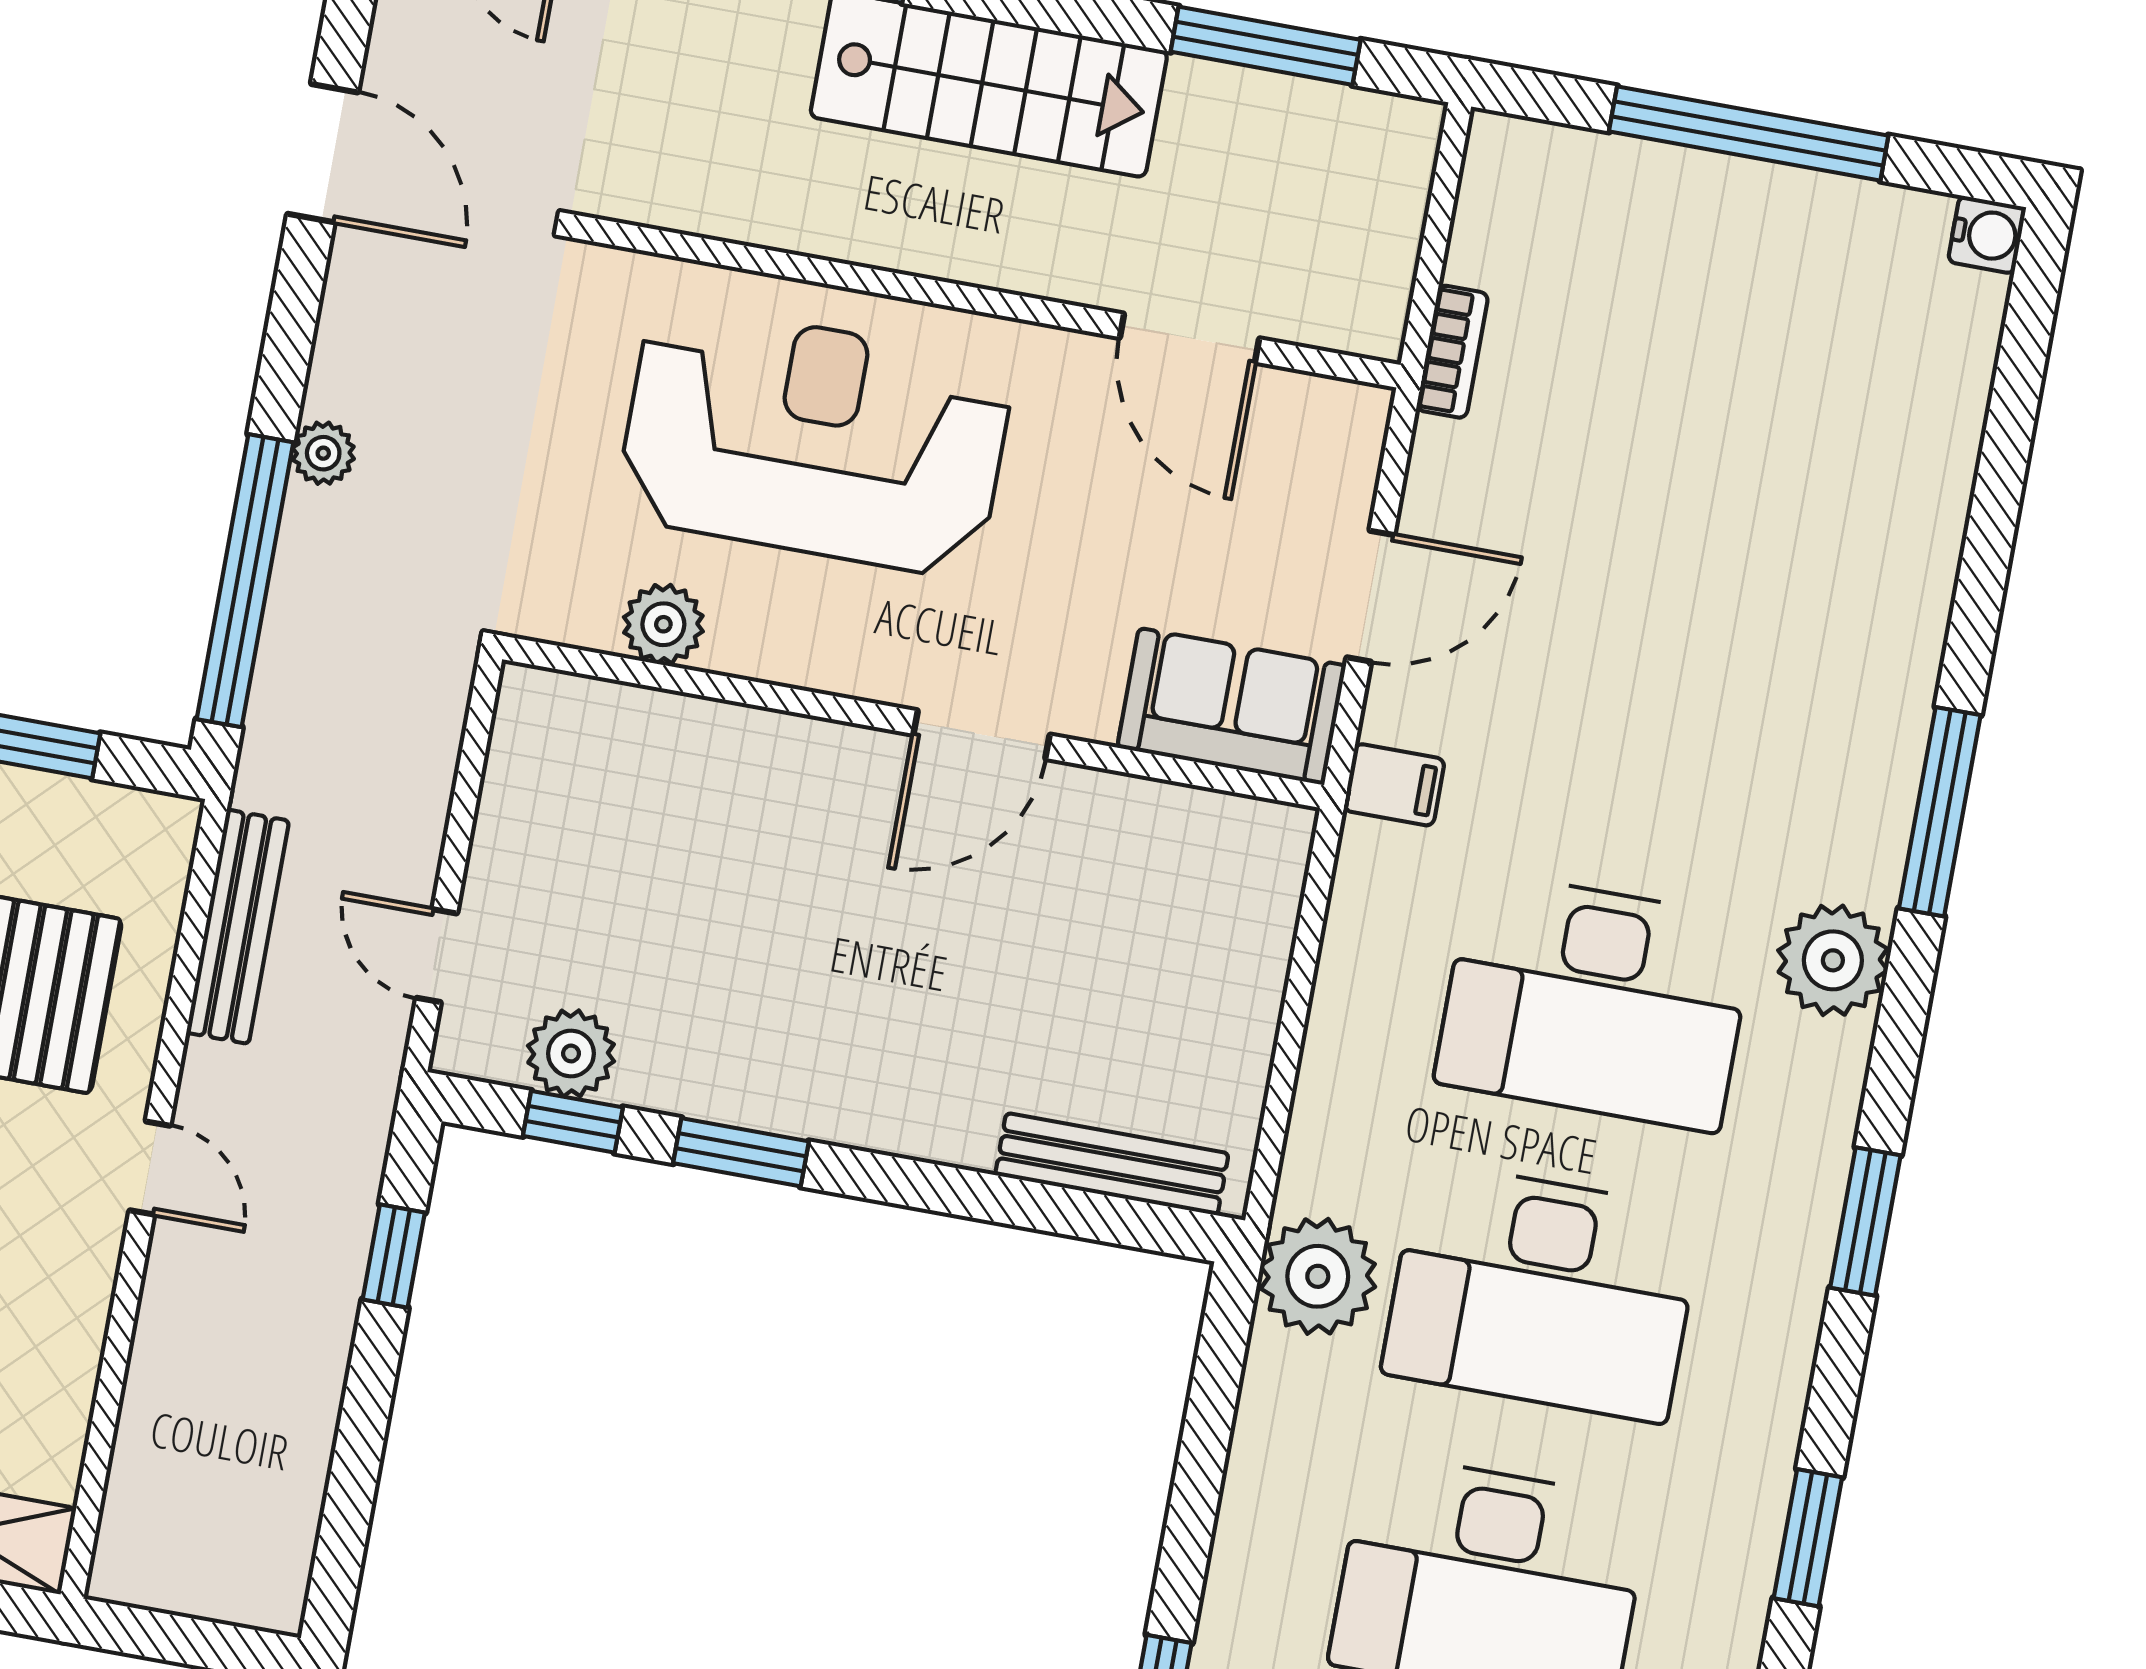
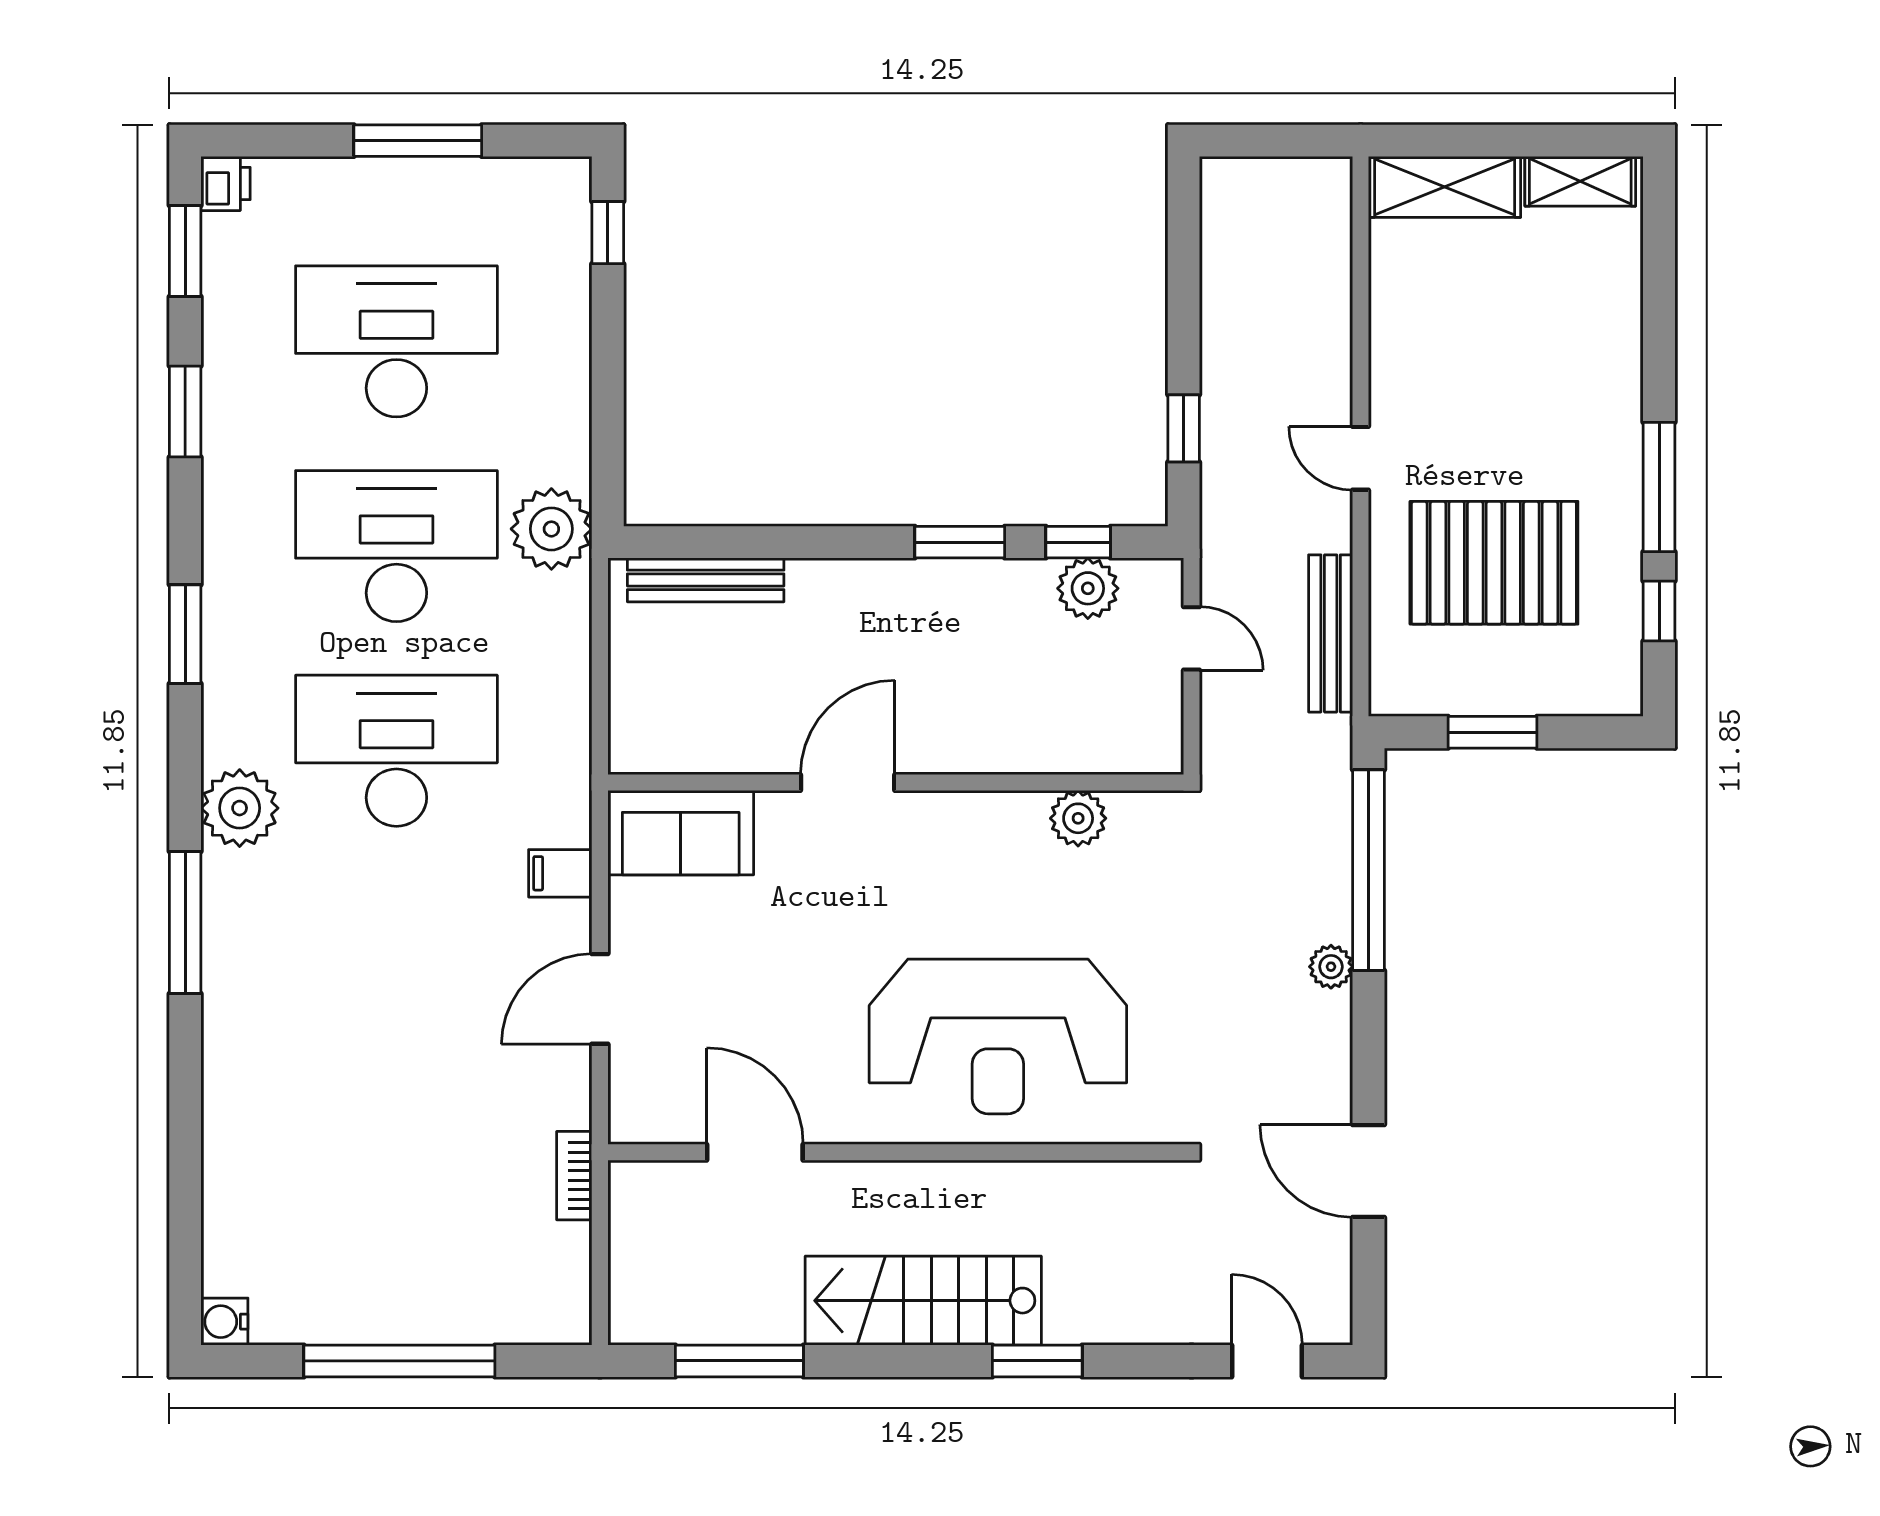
plant: (663, 624) -> (1078, 818), moved
sofa: (1232, 706) -> (681, 833), moved
wall: (913, 722) -> (896, 782), moved
door: (981, 735) -> (848, 782), moved

